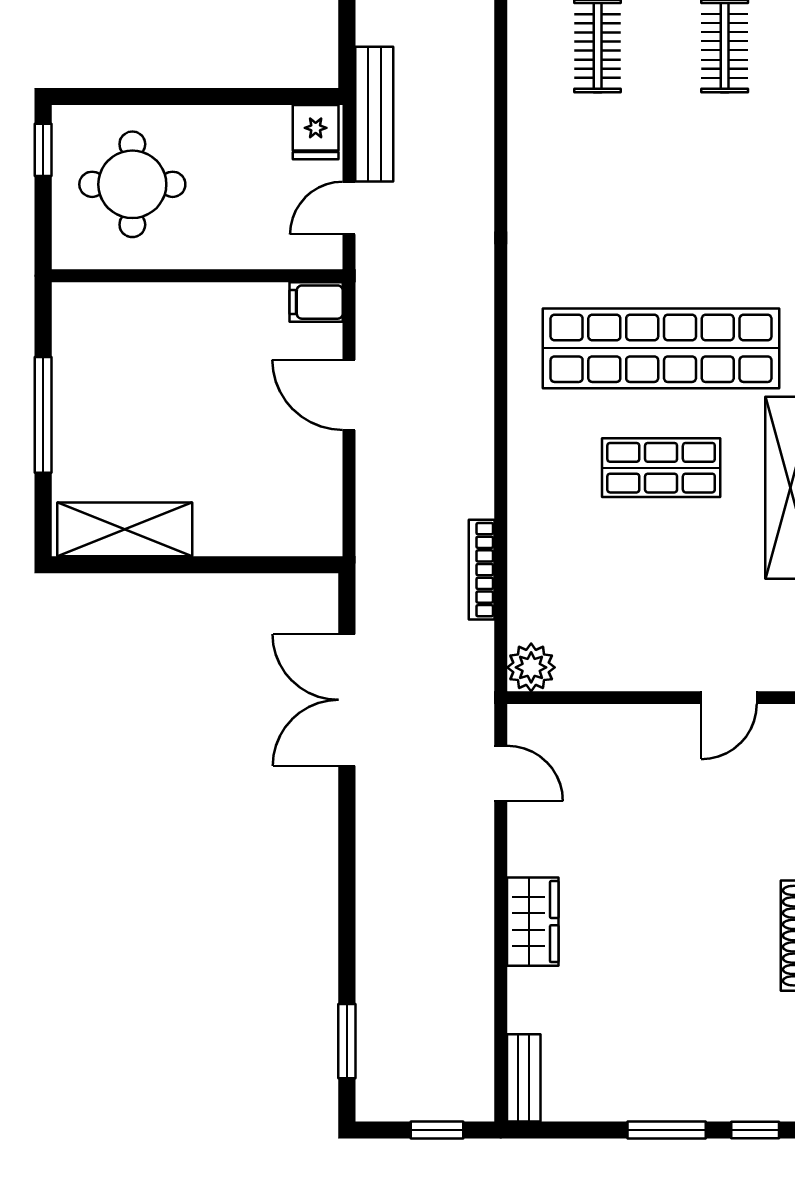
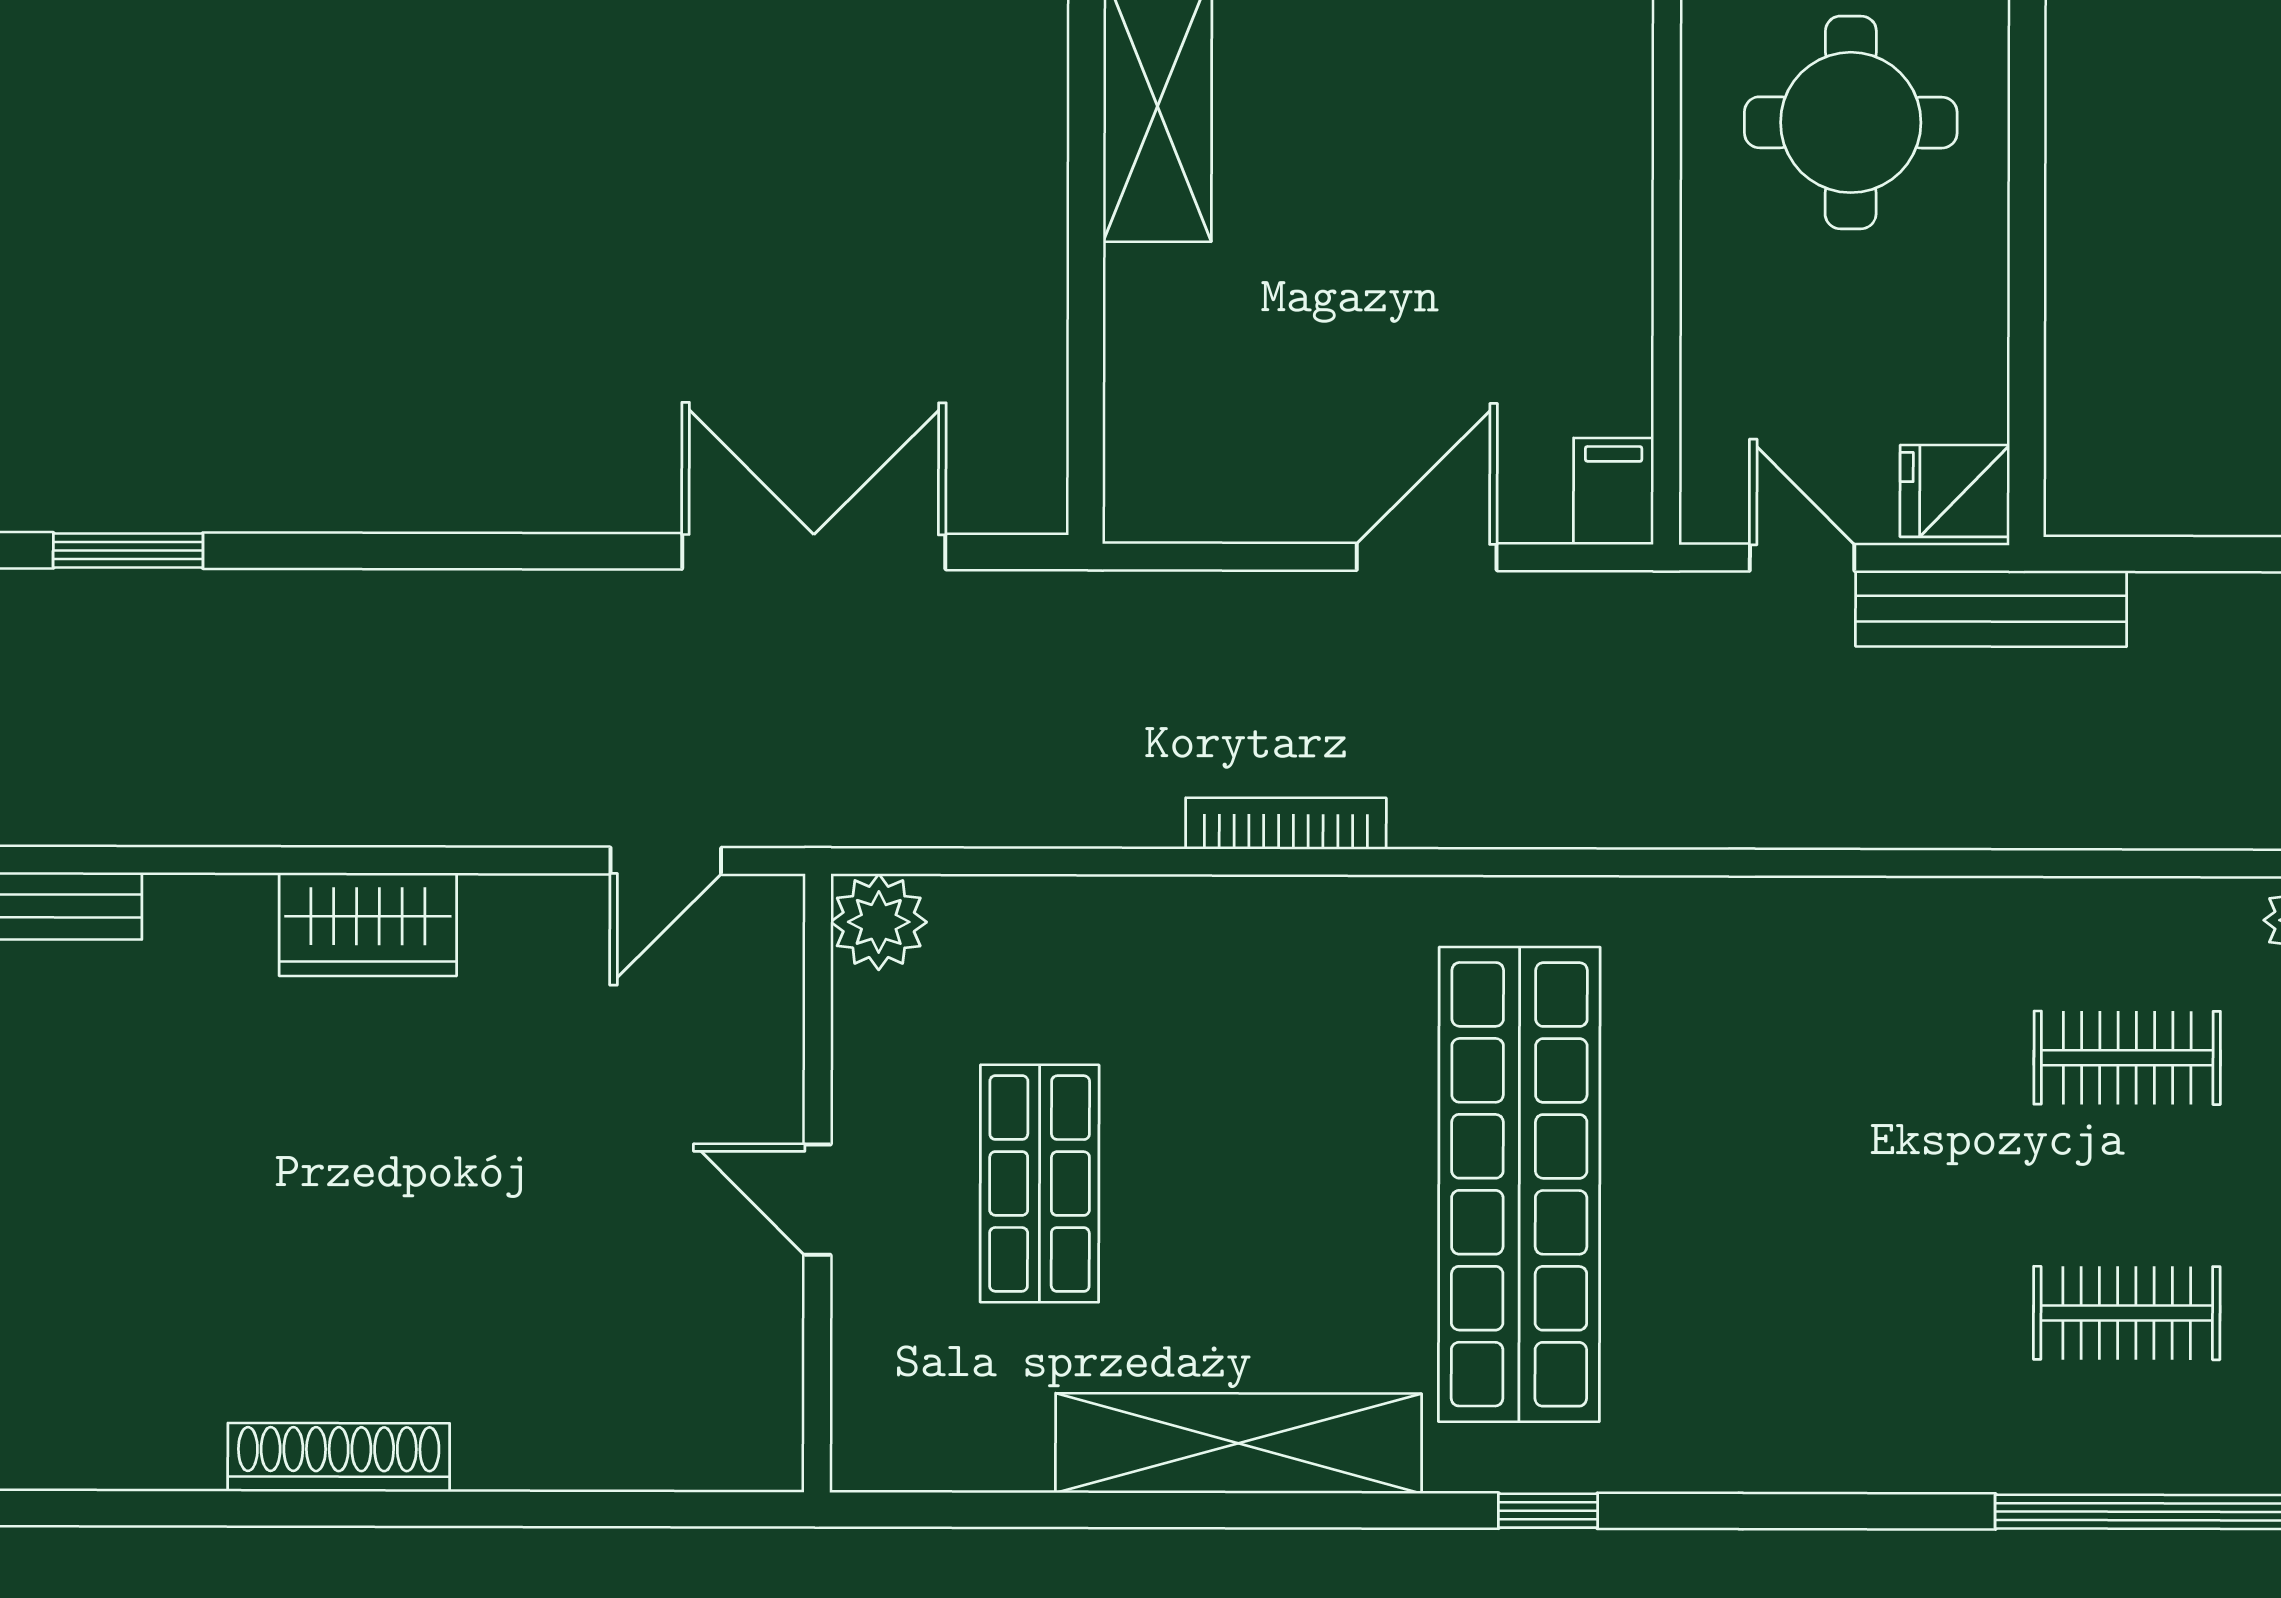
shop shelf: (661, 468) -> (1040, 1184), moved
bookcase: (482, 570) -> (1286, 823), moved
door: (729, 698) -> (817, 1200), moved

